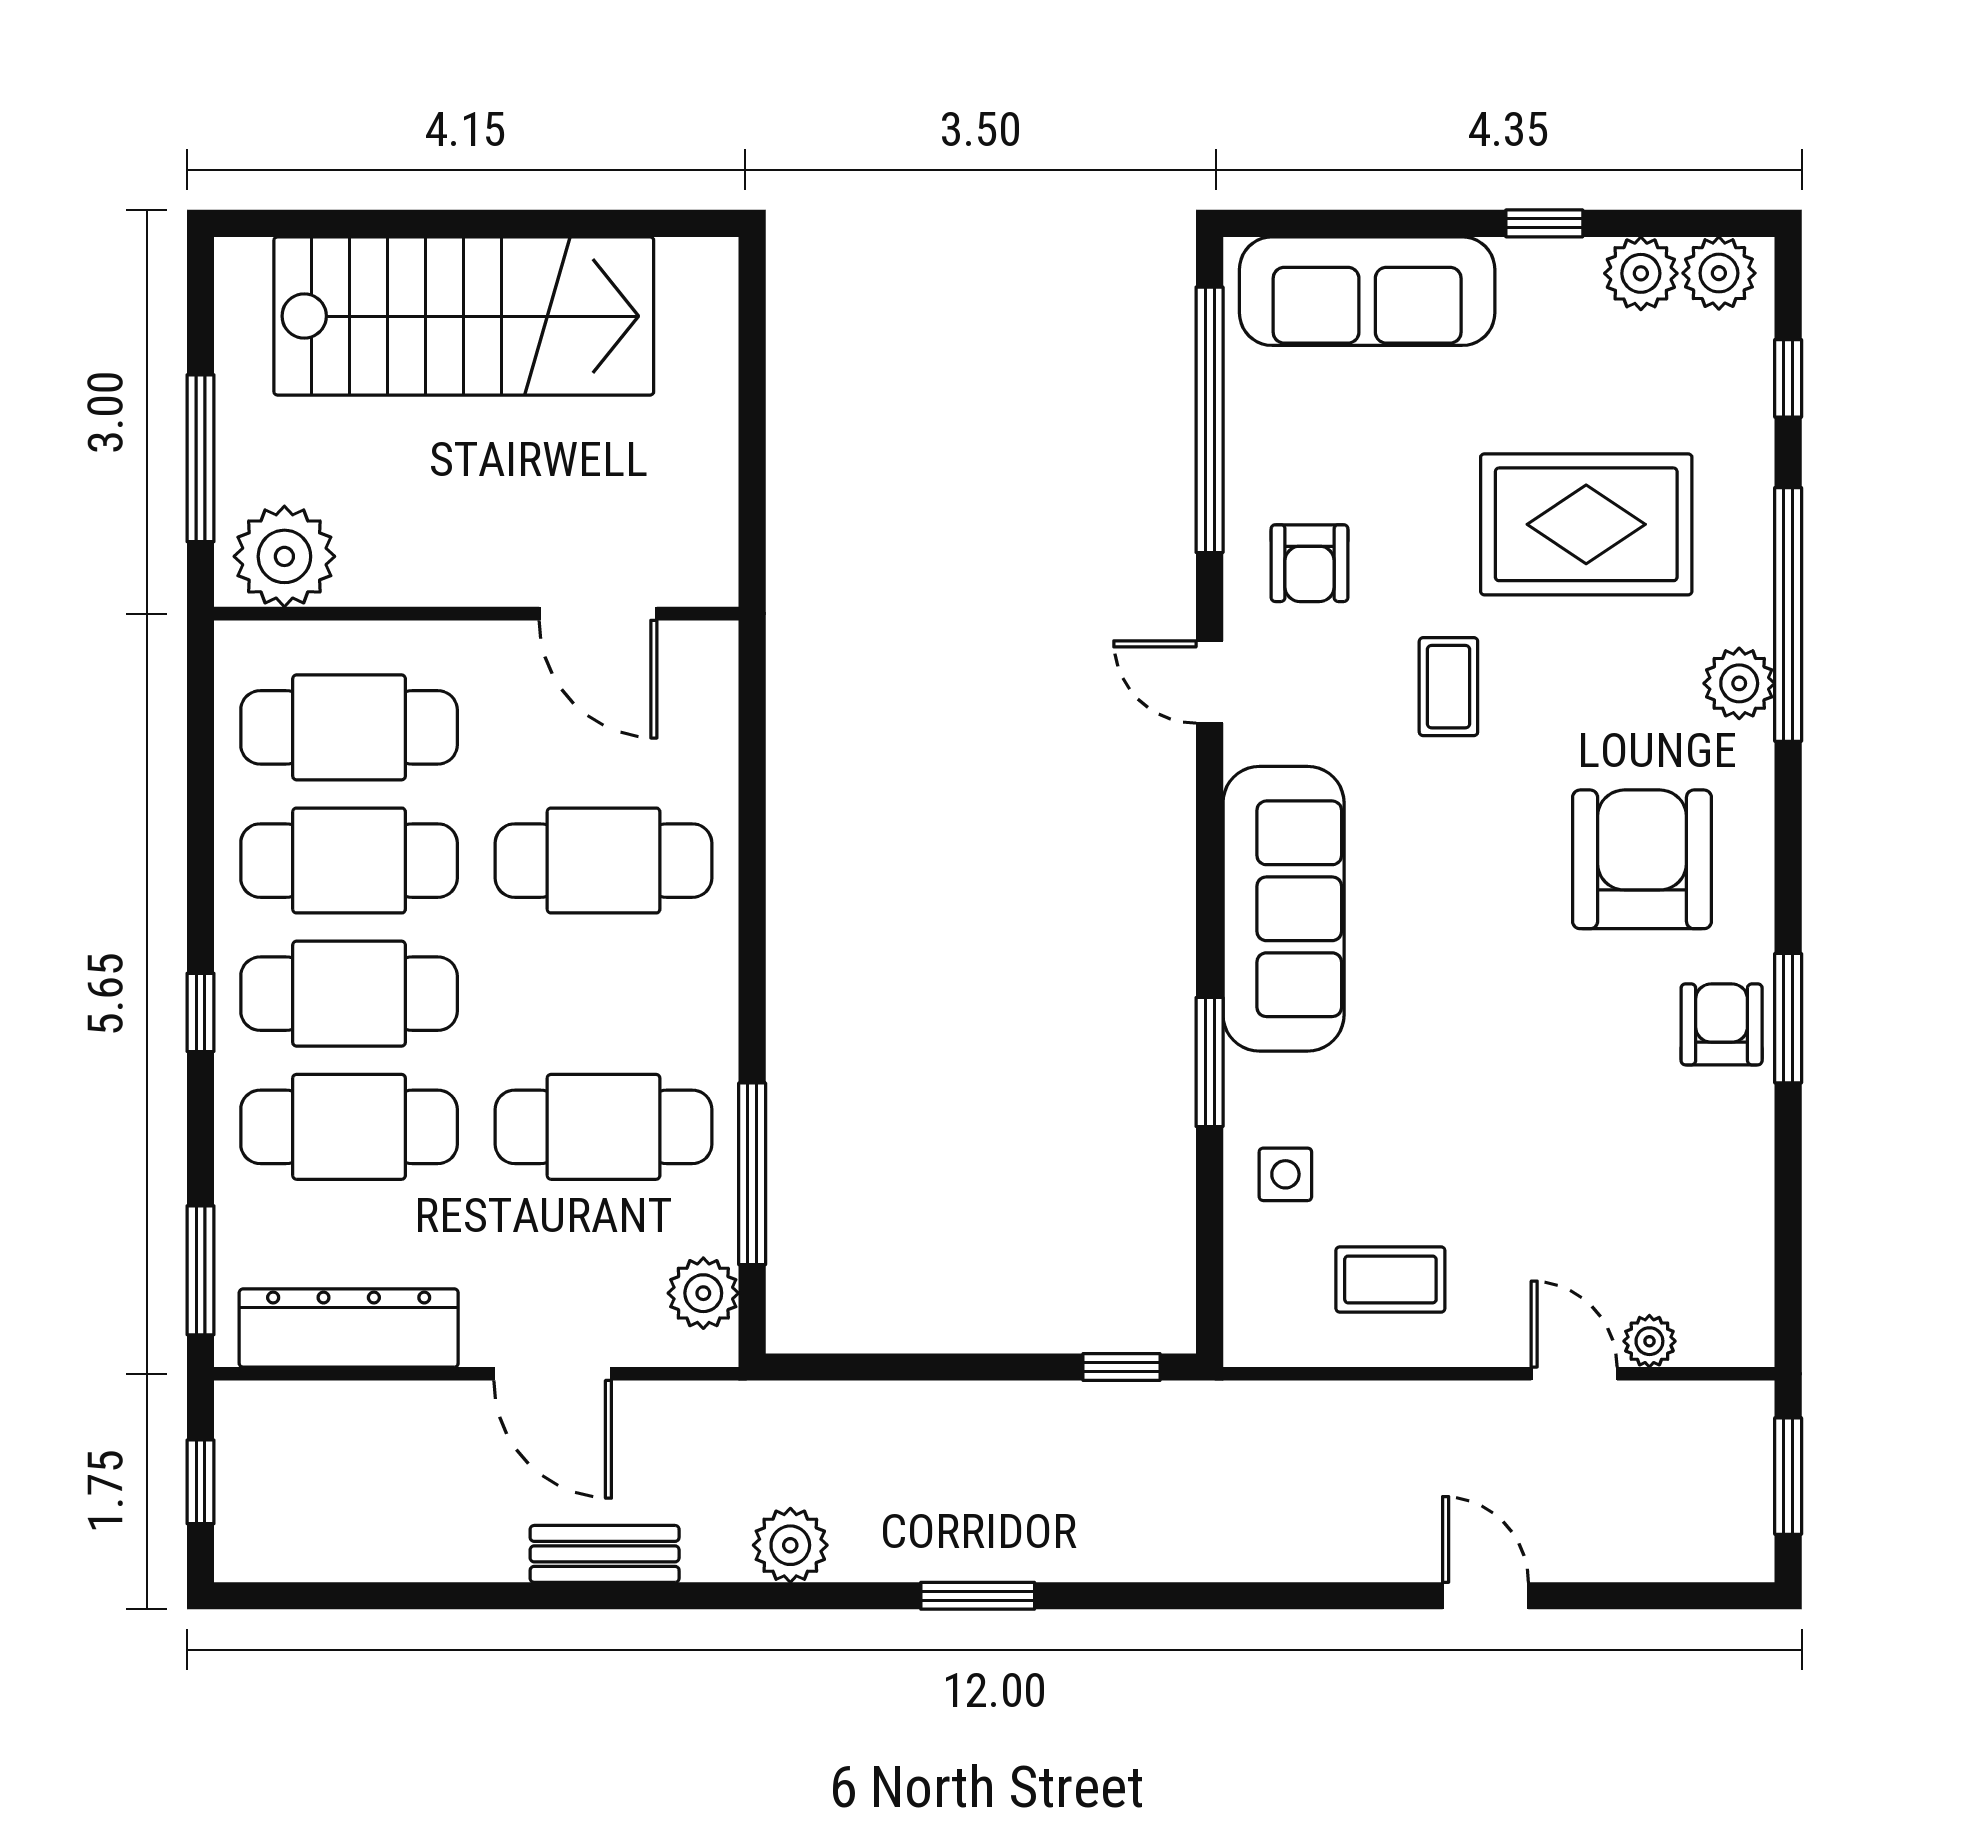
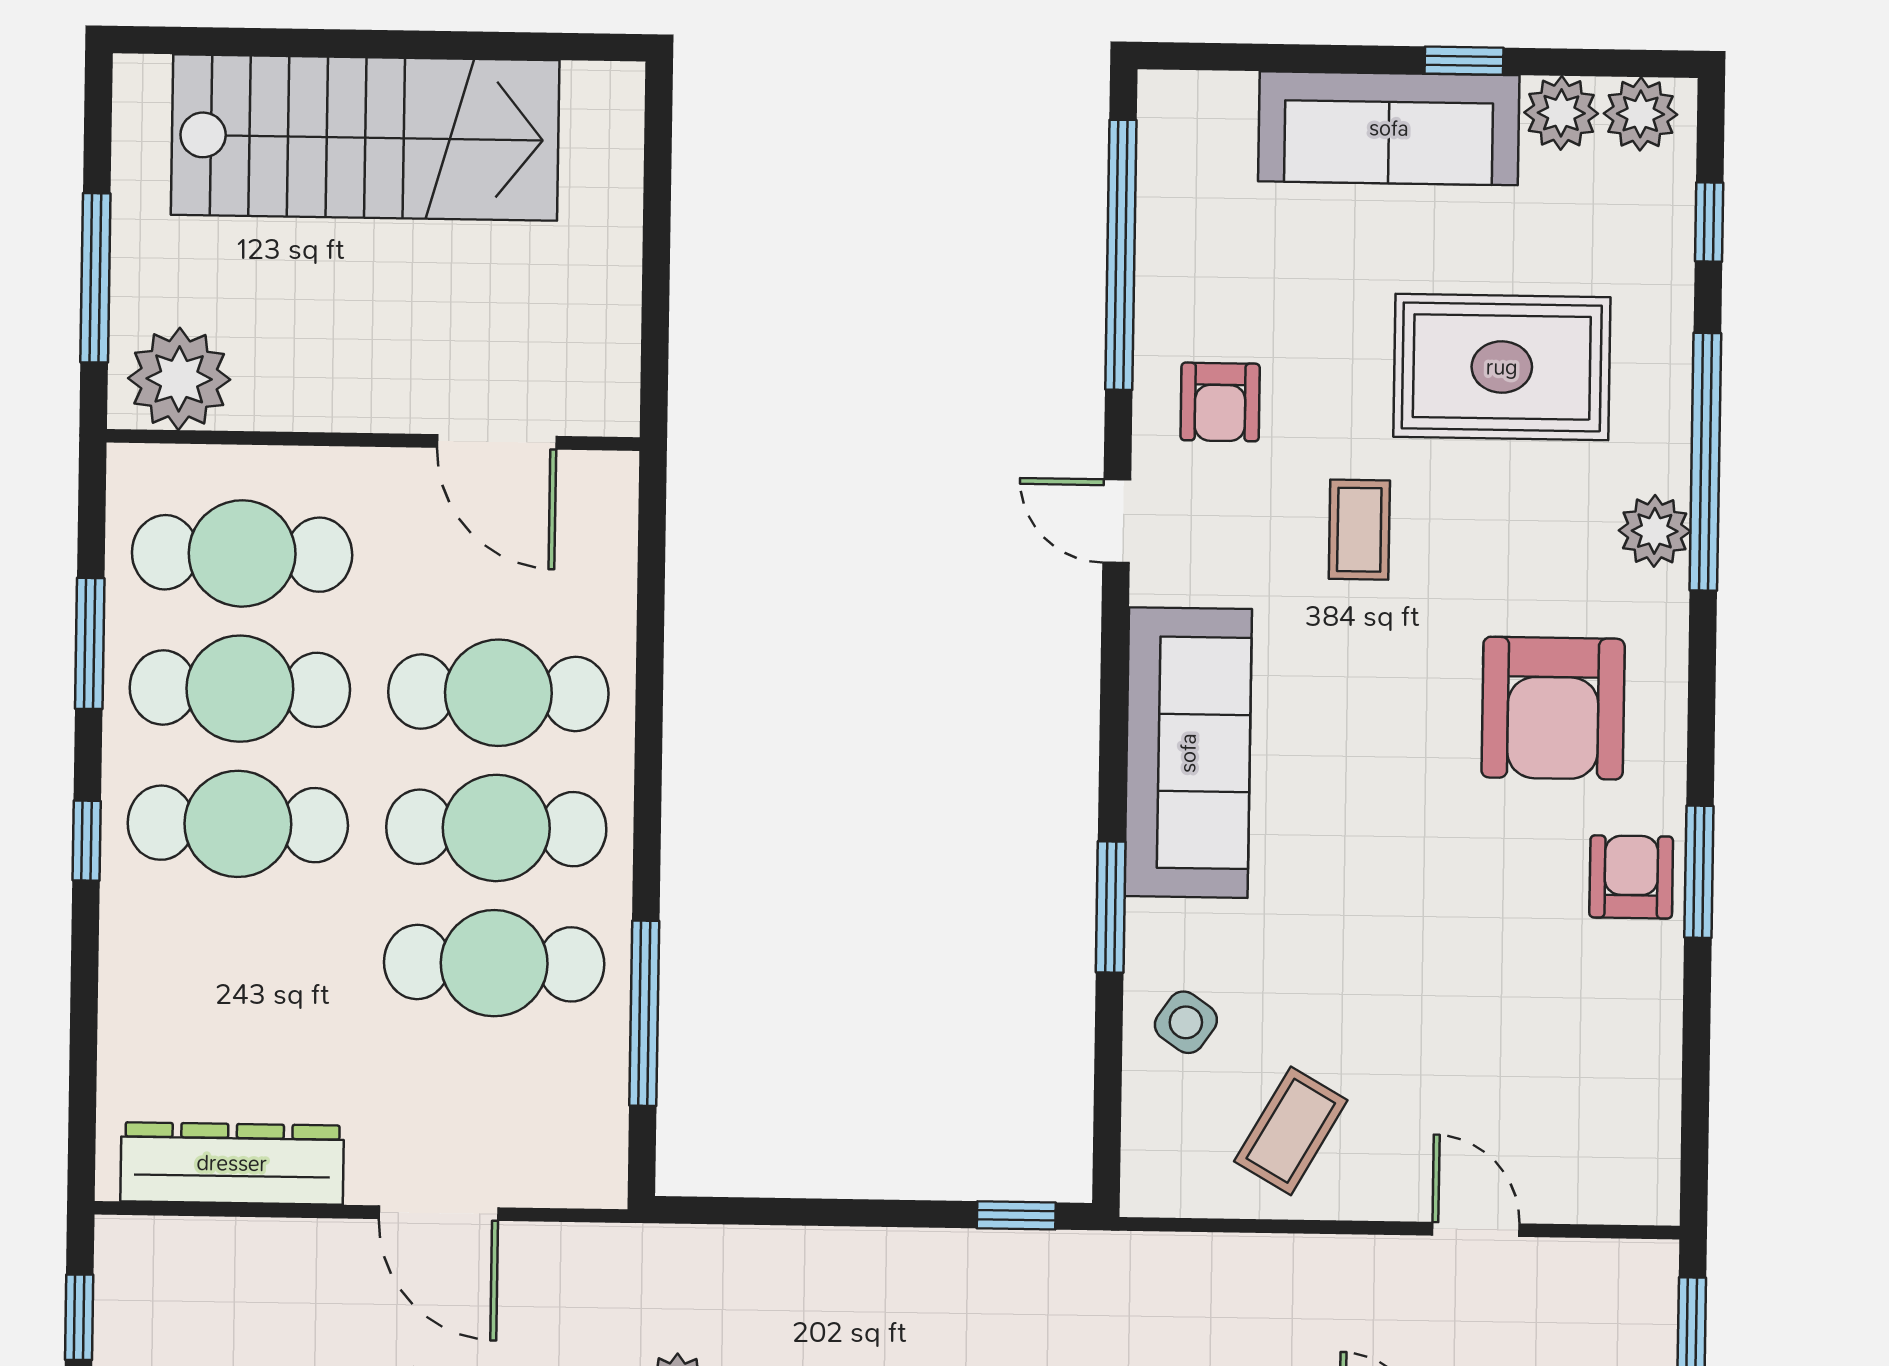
sofa: (1367, 291) -> (1389, 128), moved
armchair: (1642, 859) -> (1553, 708), turned 180
cafe table: (349, 1127) -> (496, 828), moved
side table: (1285, 1174) -> (1186, 1022), turned 35
window: (200, 1270) -> (90, 643), moved
coffee table: (1390, 1279) -> (1291, 1131), turned -60
plant: (703, 1293) -> (593, 1134), removed
plant: (1649, 1341) -> (1553, 1198), removed

